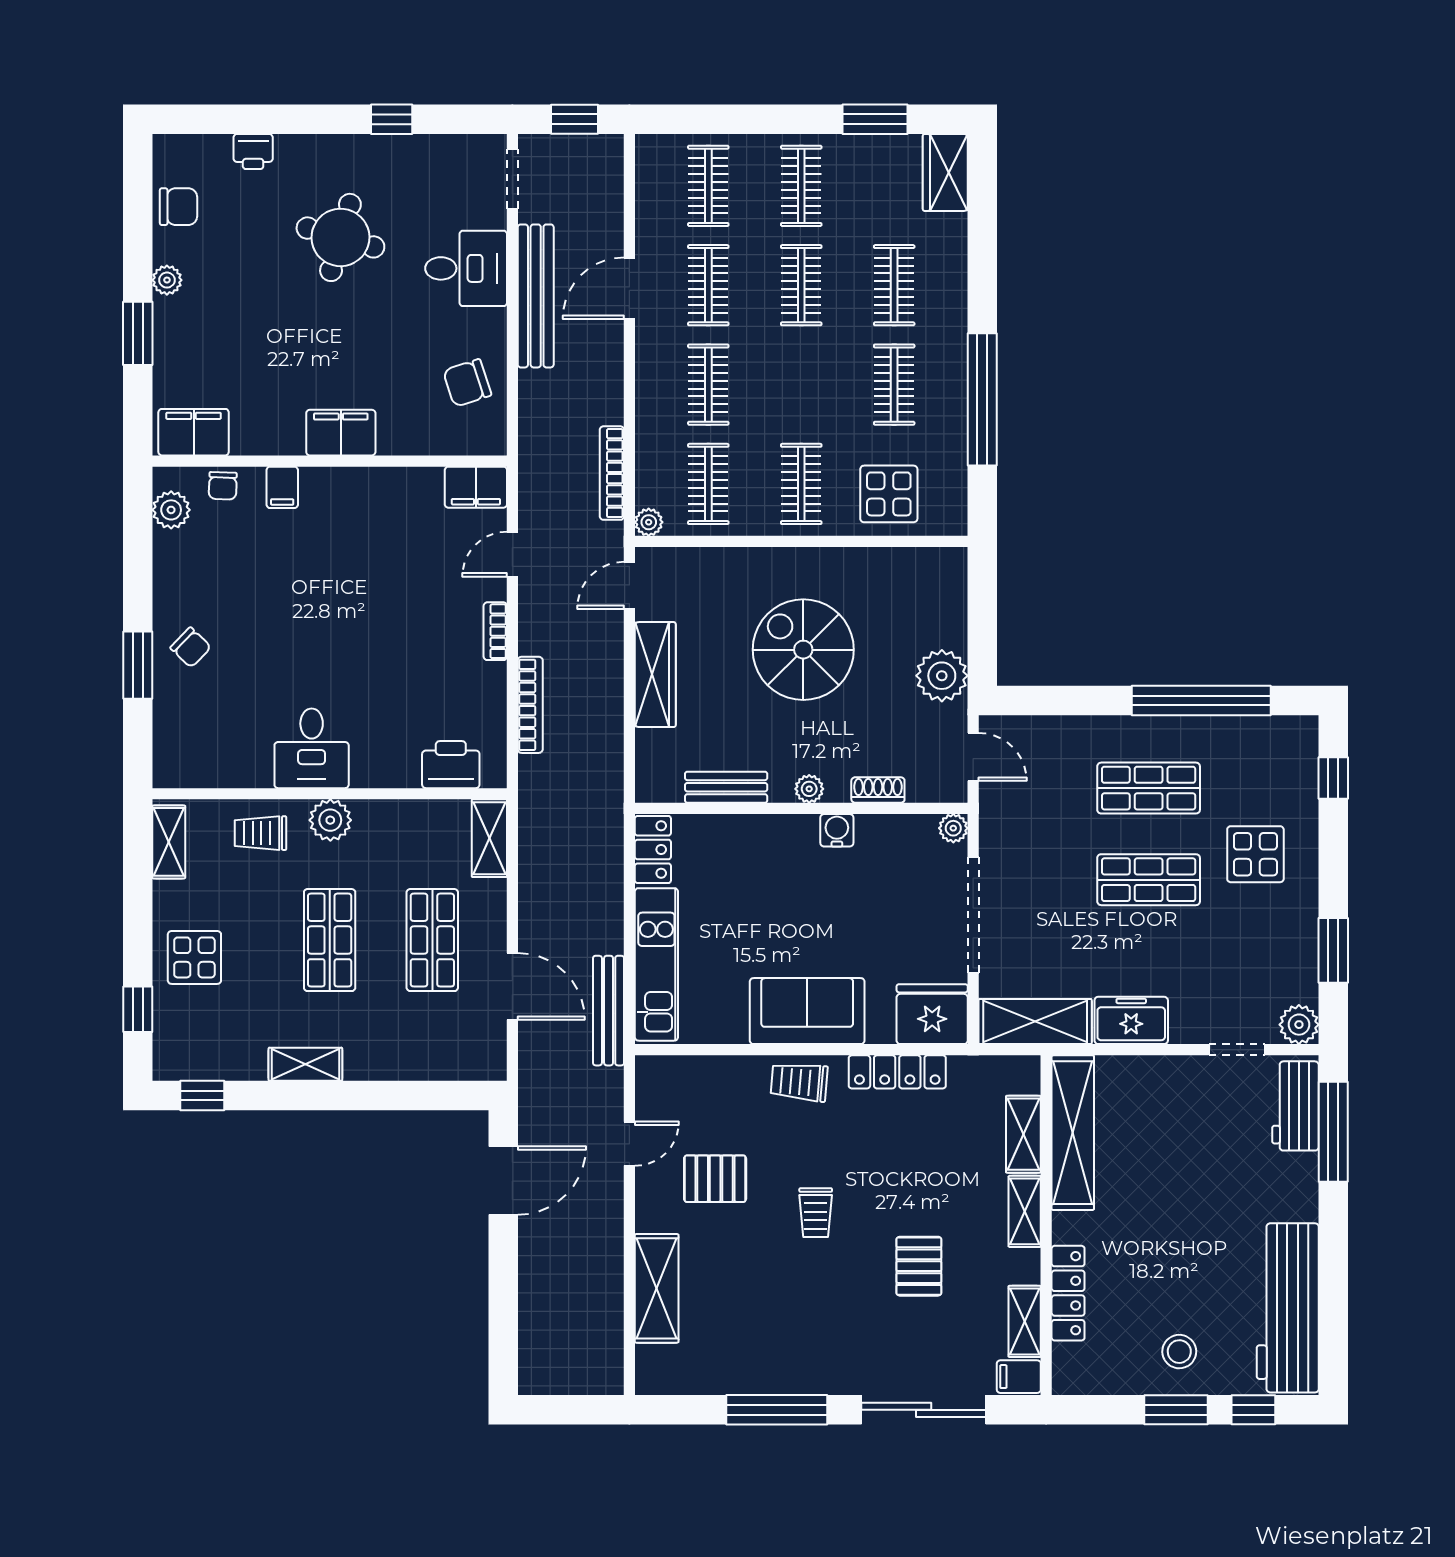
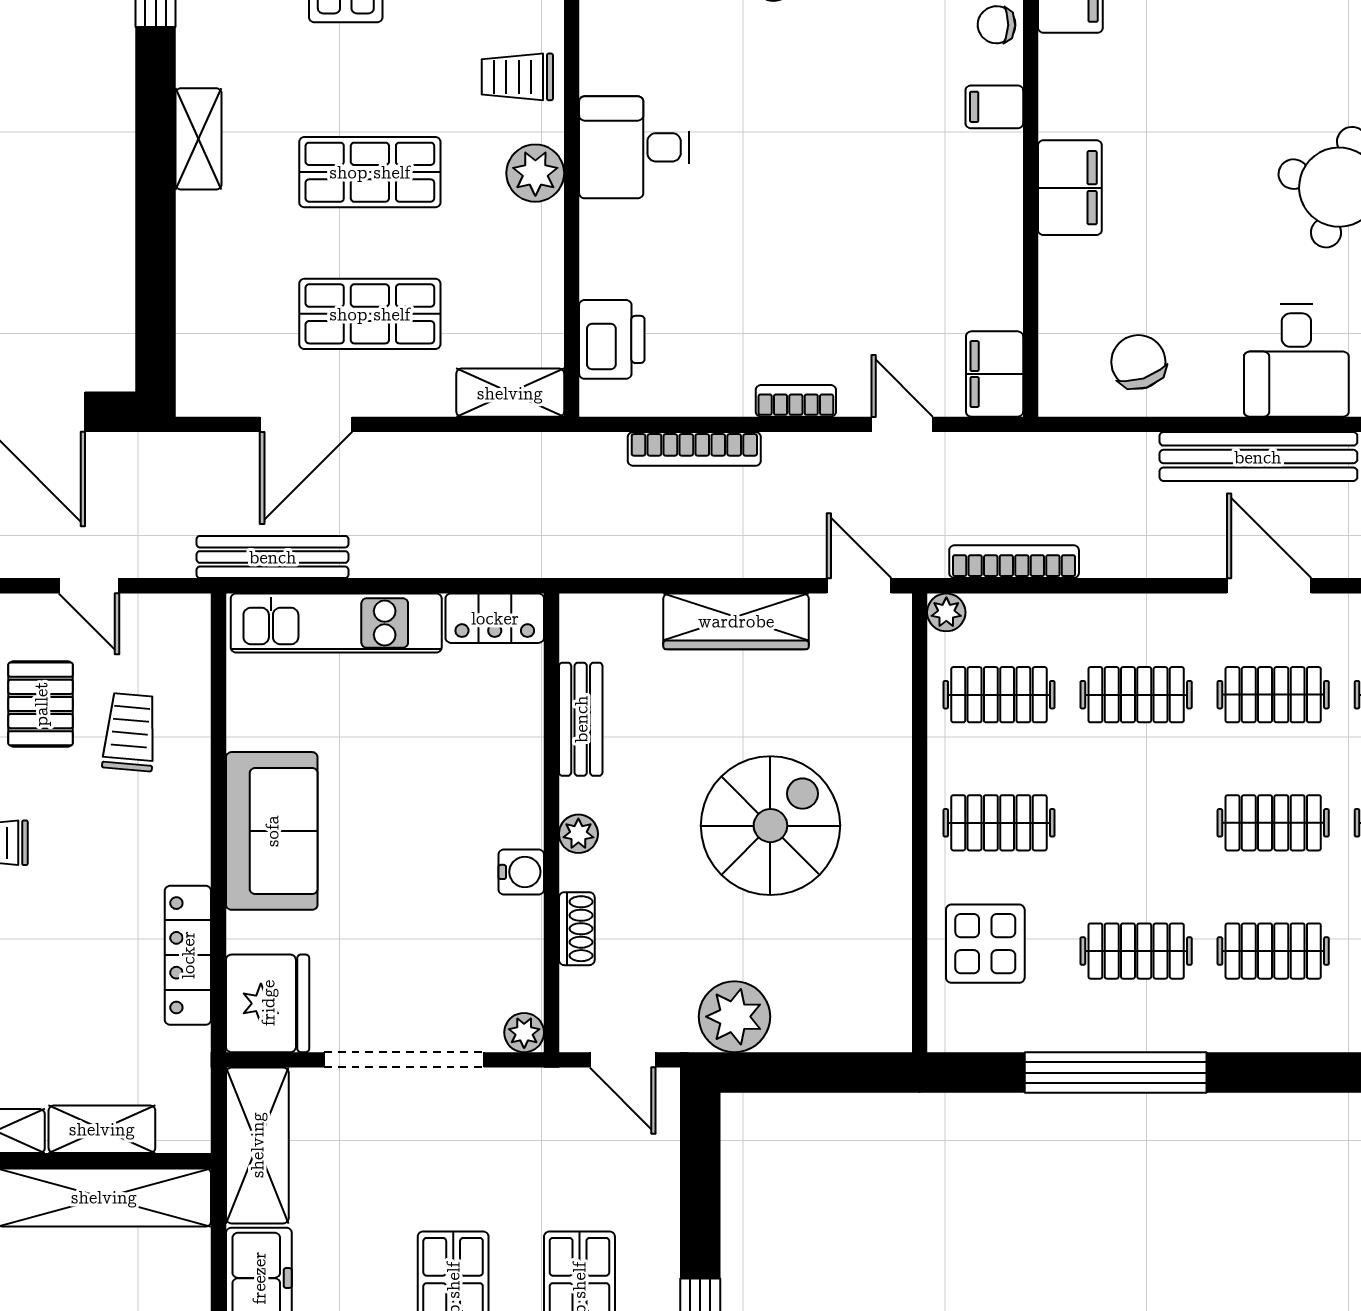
door: (973, 757) -> (623, 1060), hinge flipped
trolley: (261, 833) -> (517, 77), turned -90
trolley: (799, 1082) -> (130, 732), moved

